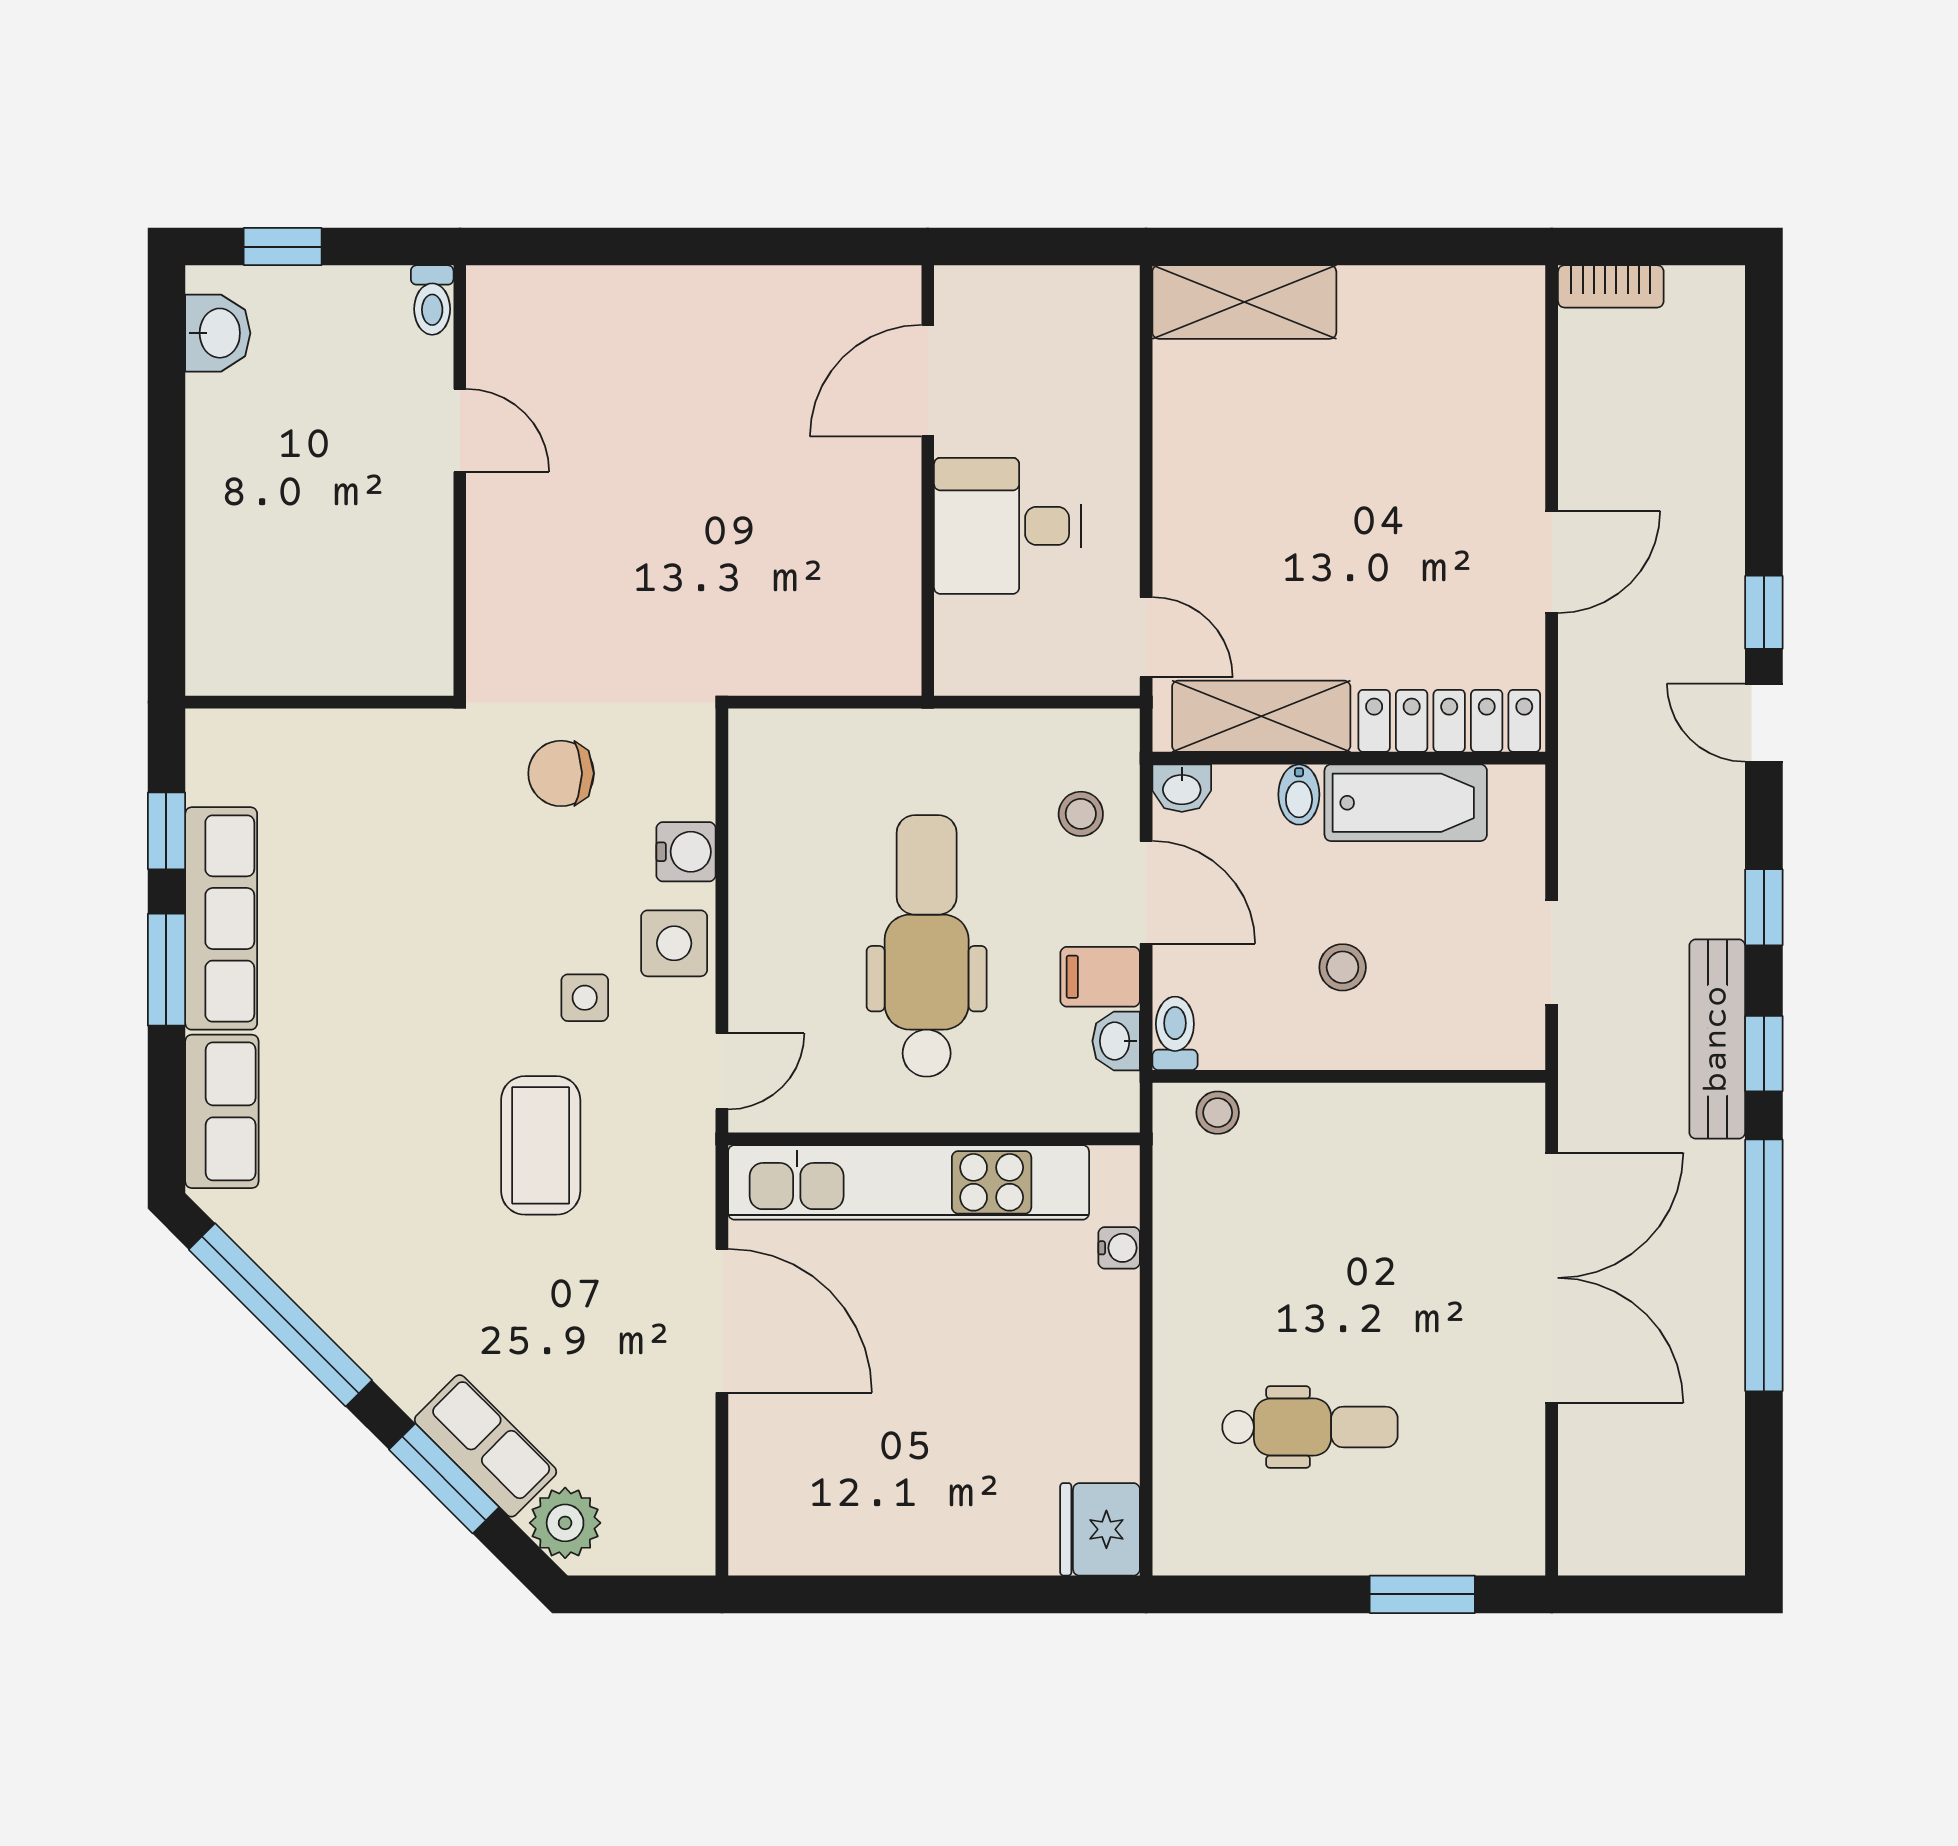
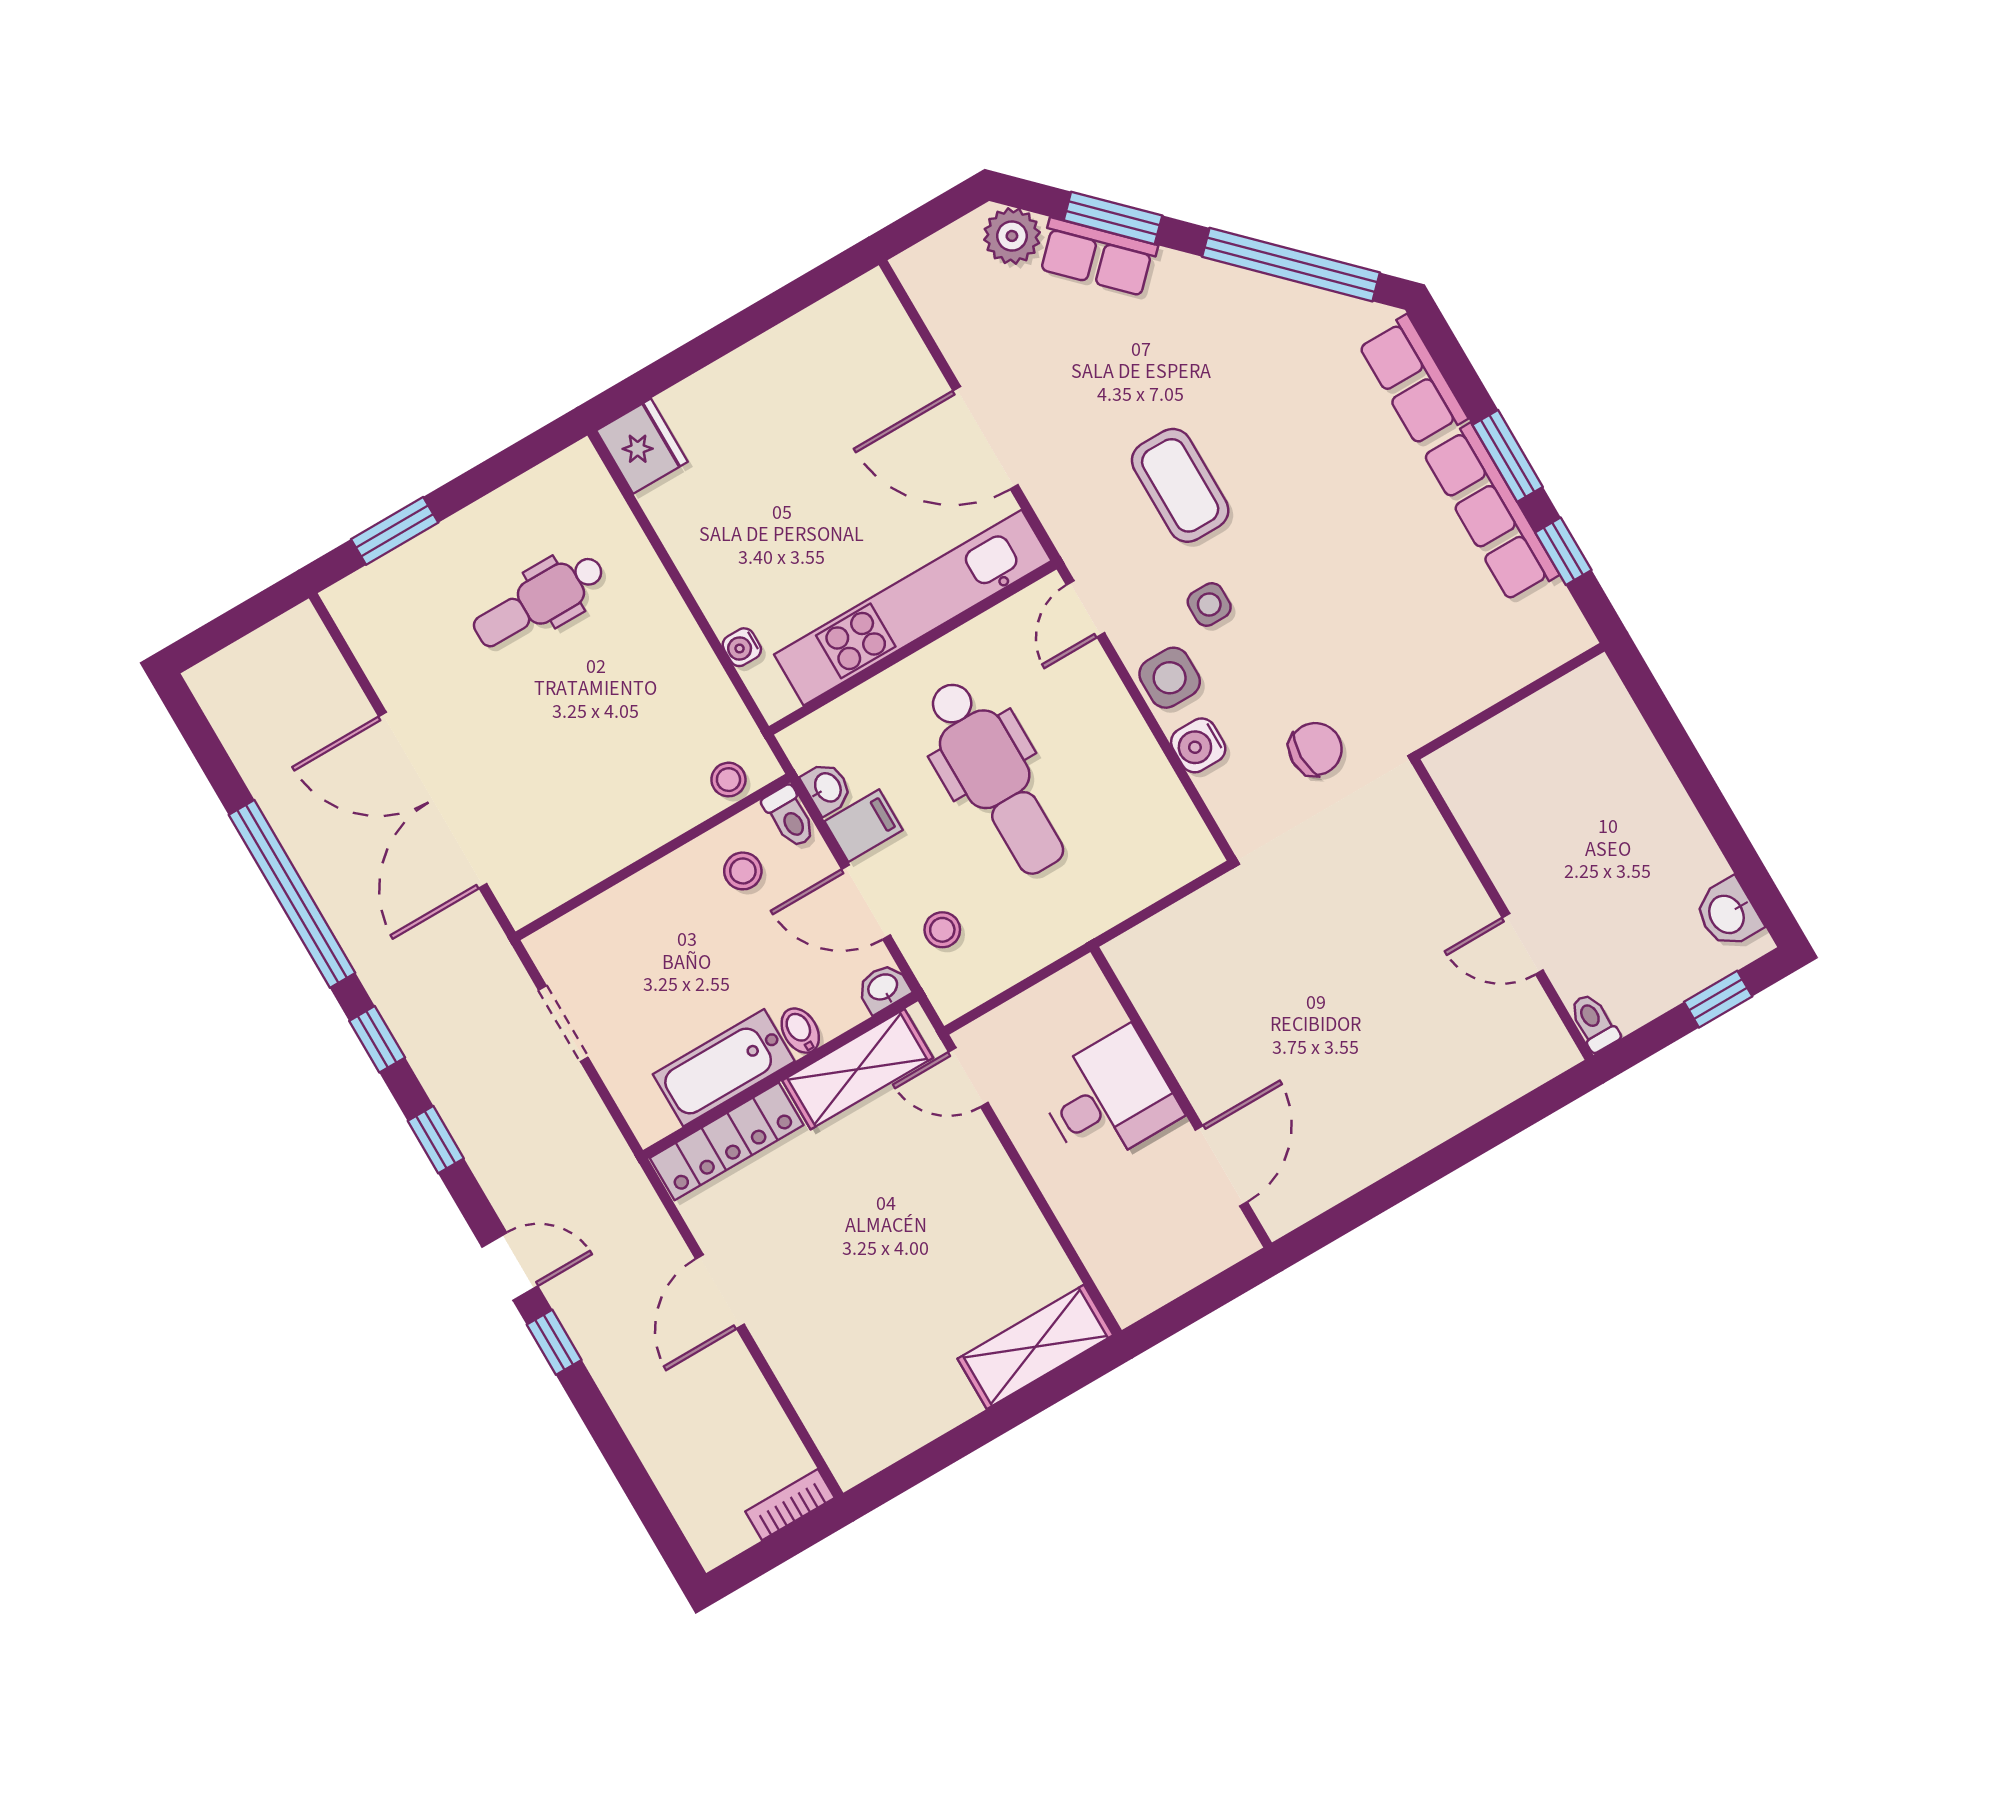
stool: (1343, 967) -> (743, 871), moved
bench: (1717, 1039) -> (415, 1031), removed

